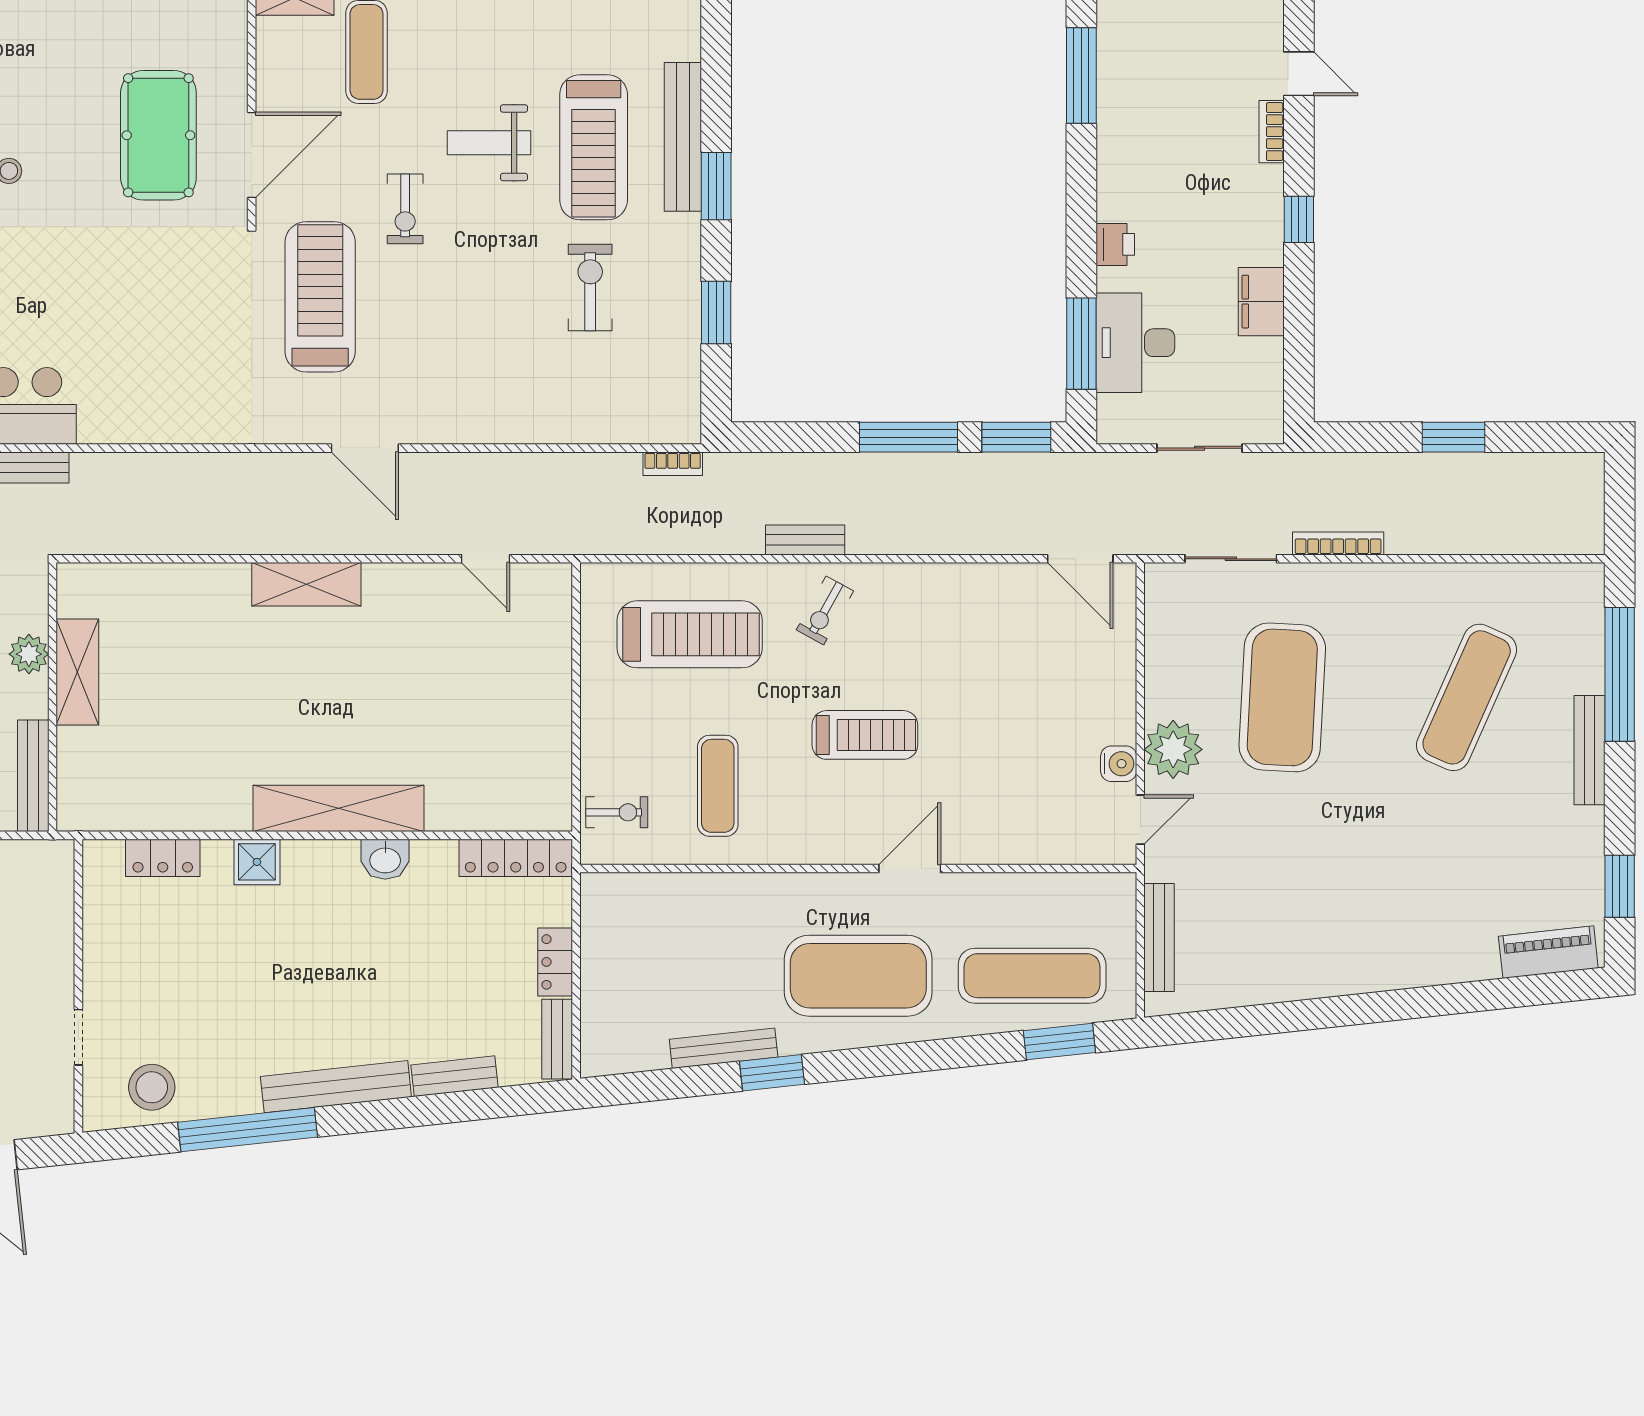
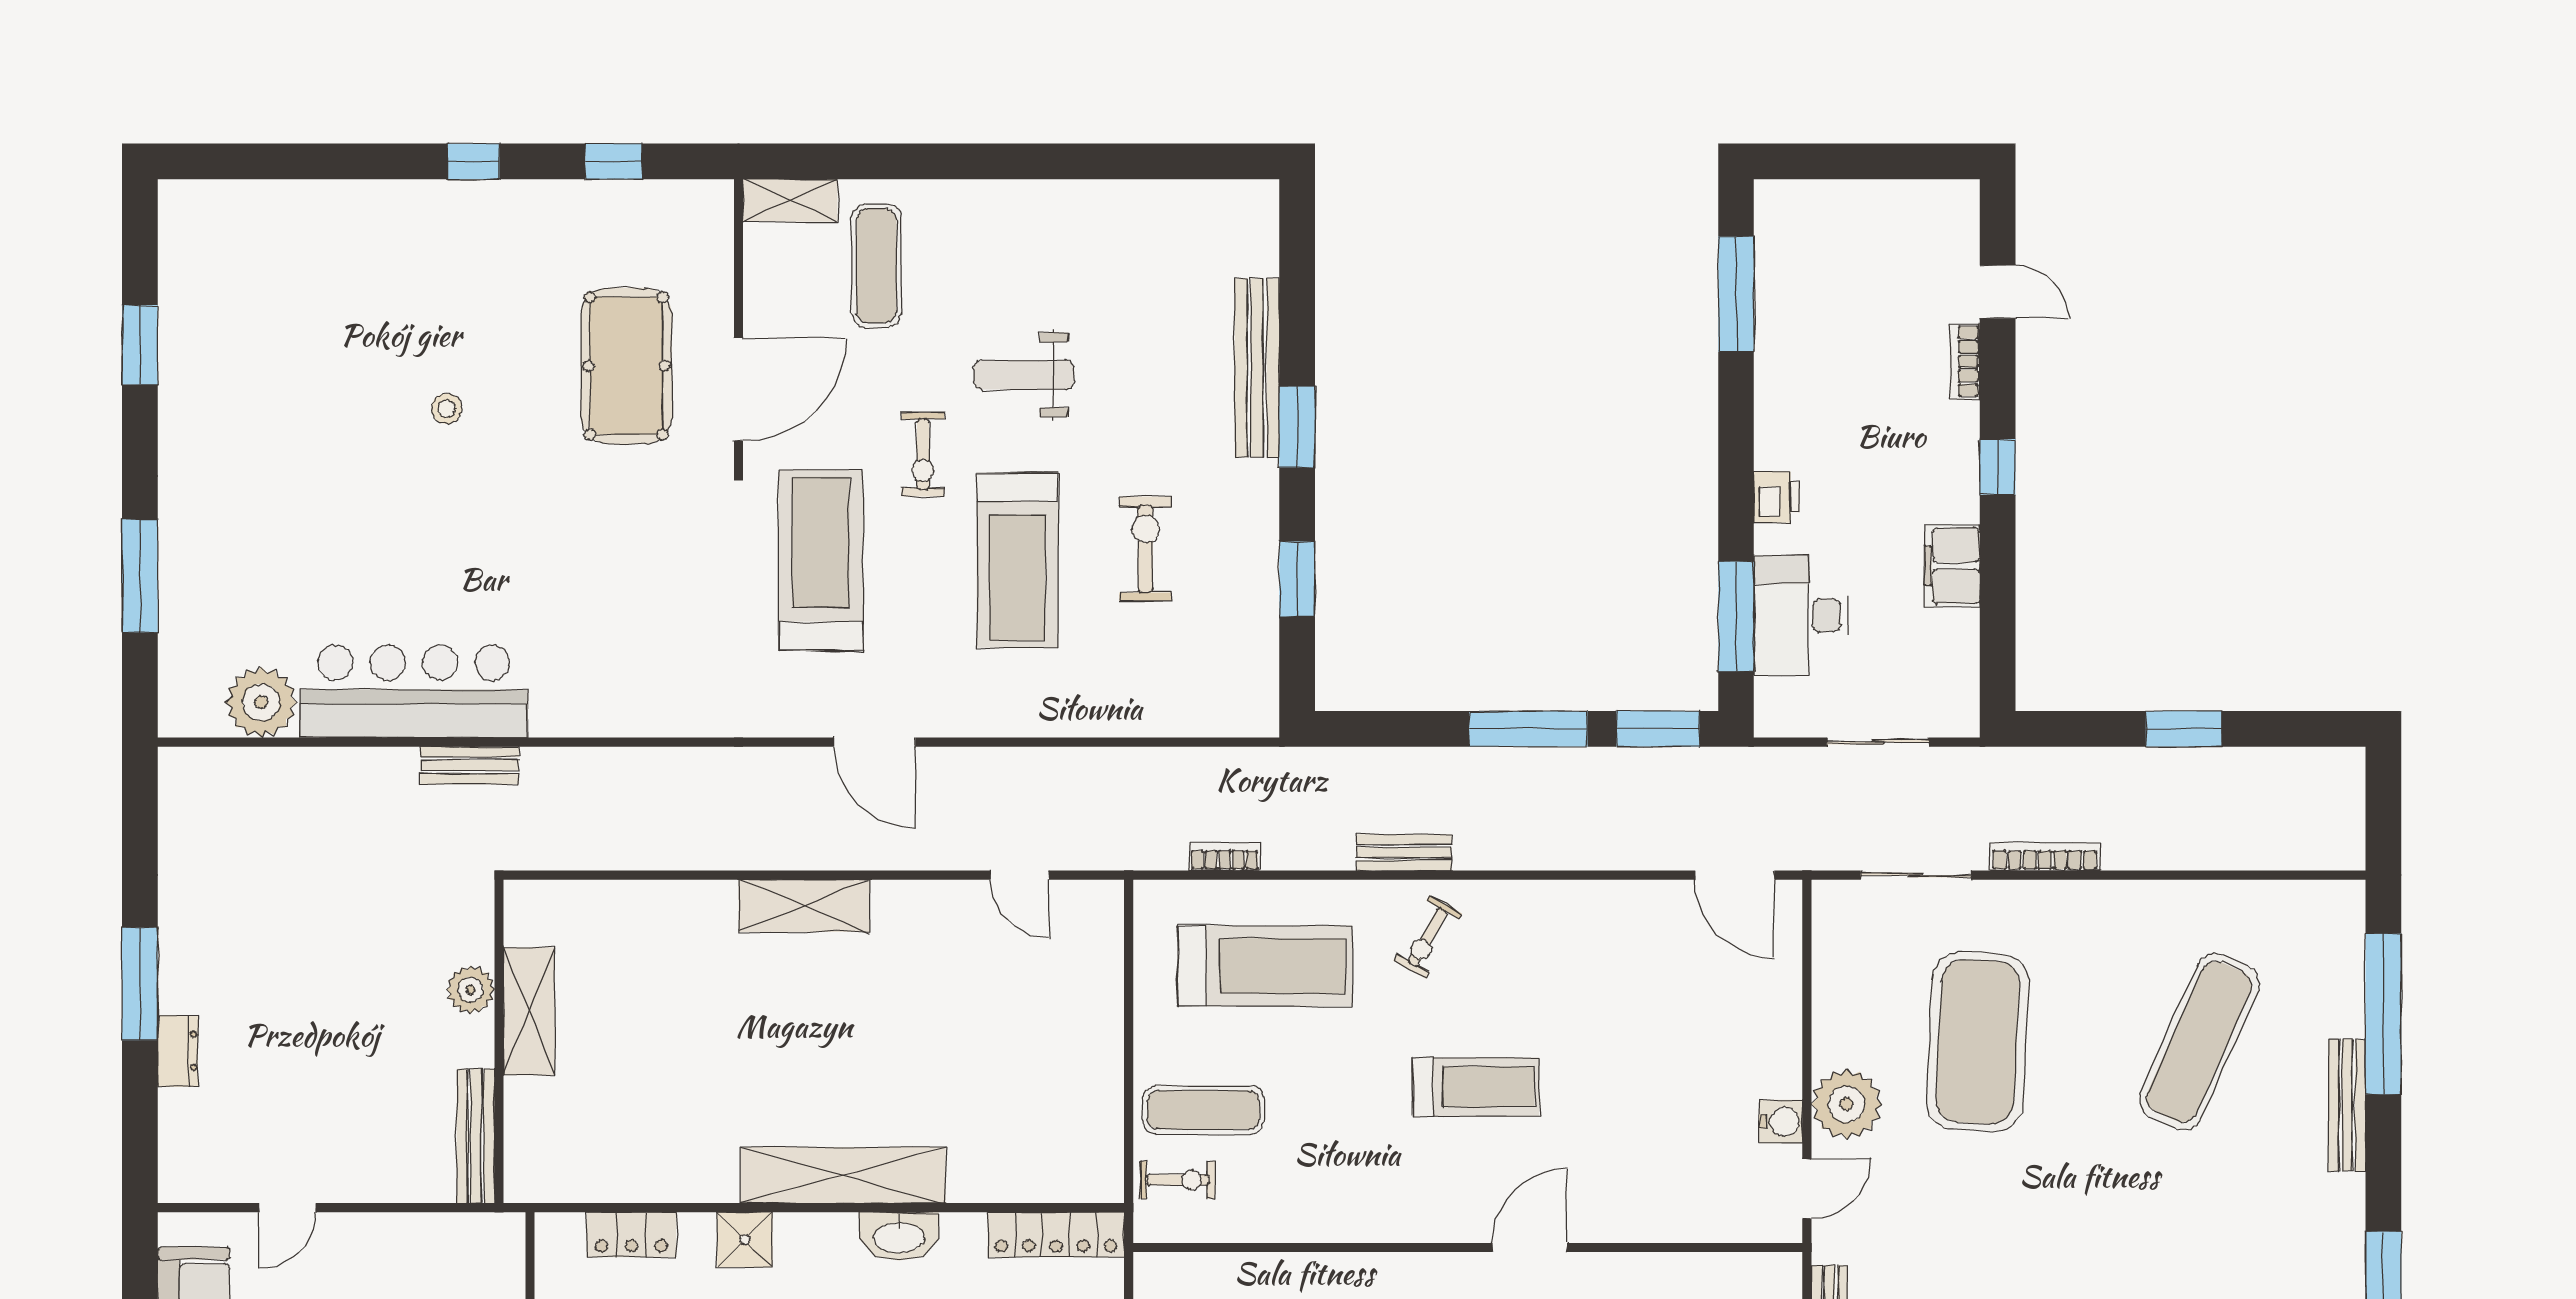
treadmill: (594, 147) -> (1017, 560), moved
bookcase: (673, 464) -> (1225, 856), moved, turned 180
exercise mat: (718, 786) -> (1204, 1110), moved, turned 90
washbasin: (385, 859) -> (899, 1236), width x1.38

